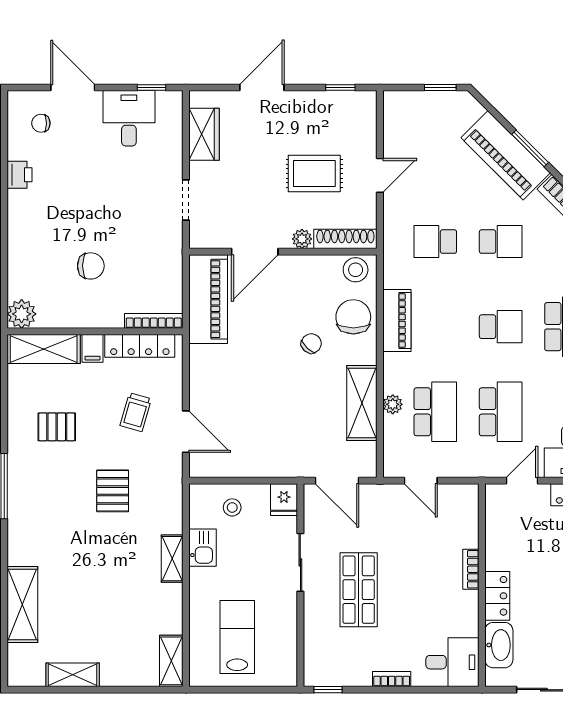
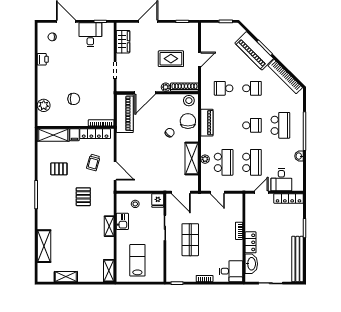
plant: (22, 314) -> (44, 105), moved

